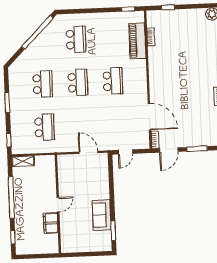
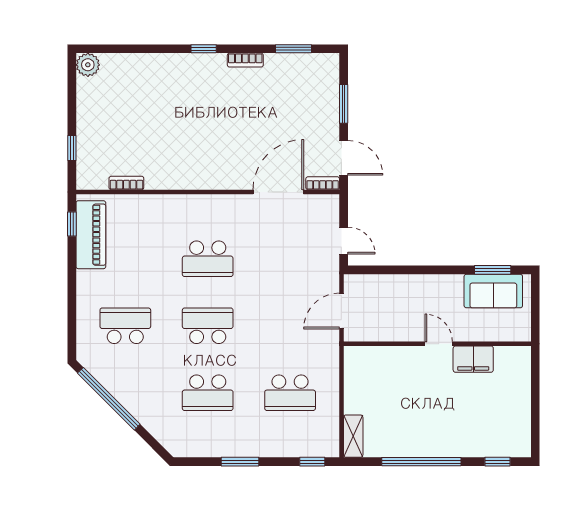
piano: (137, 41) -> (91, 235), moved, turned -90
school desk: (113, 81) -> (208, 259), turned 180
school desk: (43, 84) -> (208, 393), turned 180
school desk: (44, 127) -> (290, 393), turned 180
wall: (58, 204) -> (437, 344), moved
door: (58, 205) -> (439, 344), moved
sofa: (102, 215) -> (493, 291), moved
filing cabinet: (51, 223) -> (473, 359), moved

